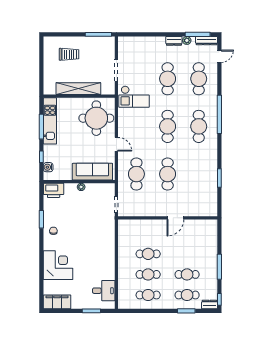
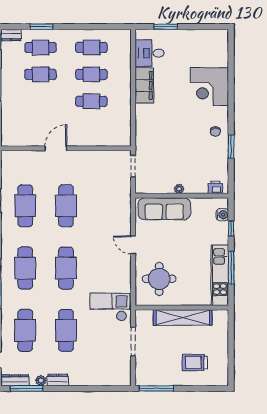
round table: (96, 118) -> (159, 279), width x0.73, depth x0.73
cafe table: (136, 174) -> (25, 206), moved
printer: (54, 190) -> (215, 187), width x0.53, depth x0.68
filing cabinet: (57, 302) -> (144, 85), moved, turned -90

